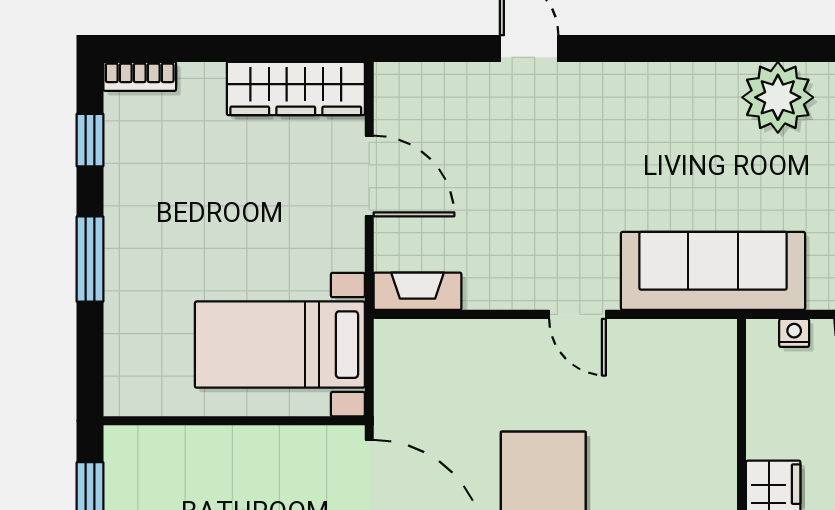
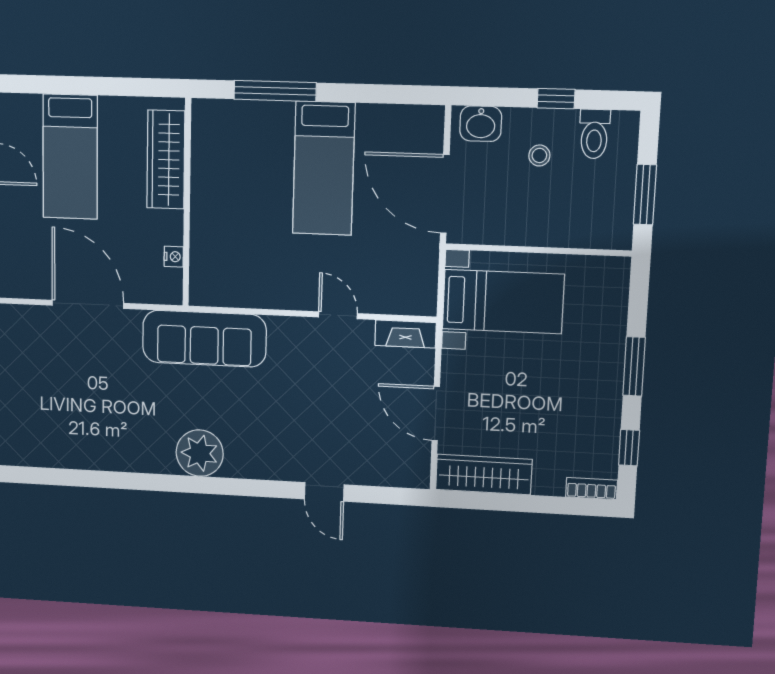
plant: (778, 97) -> (200, 453), moved
door: (578, 314) -> (338, 315), moved
nightstand: (794, 333) -> (174, 257), moved, turned -90

